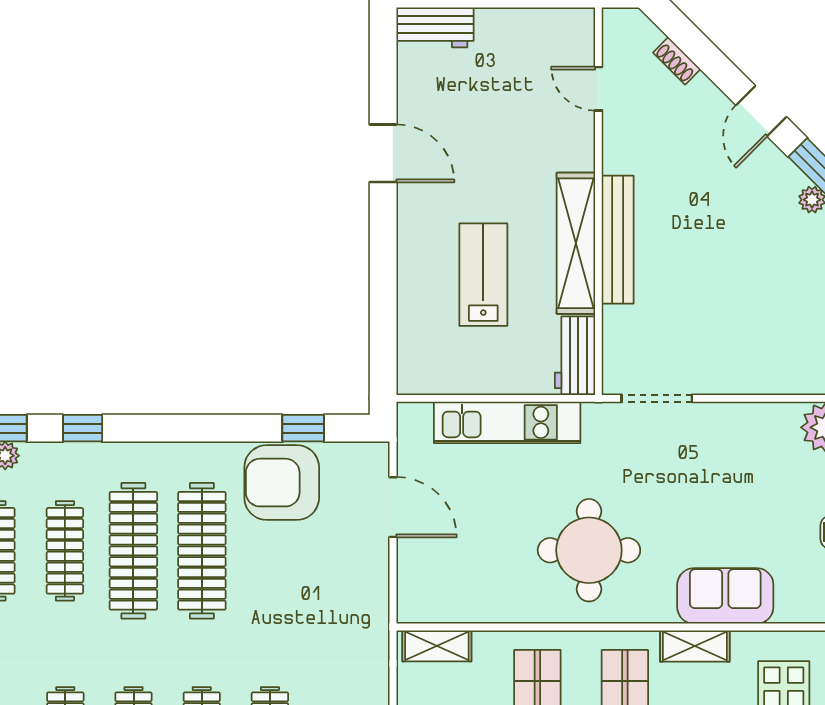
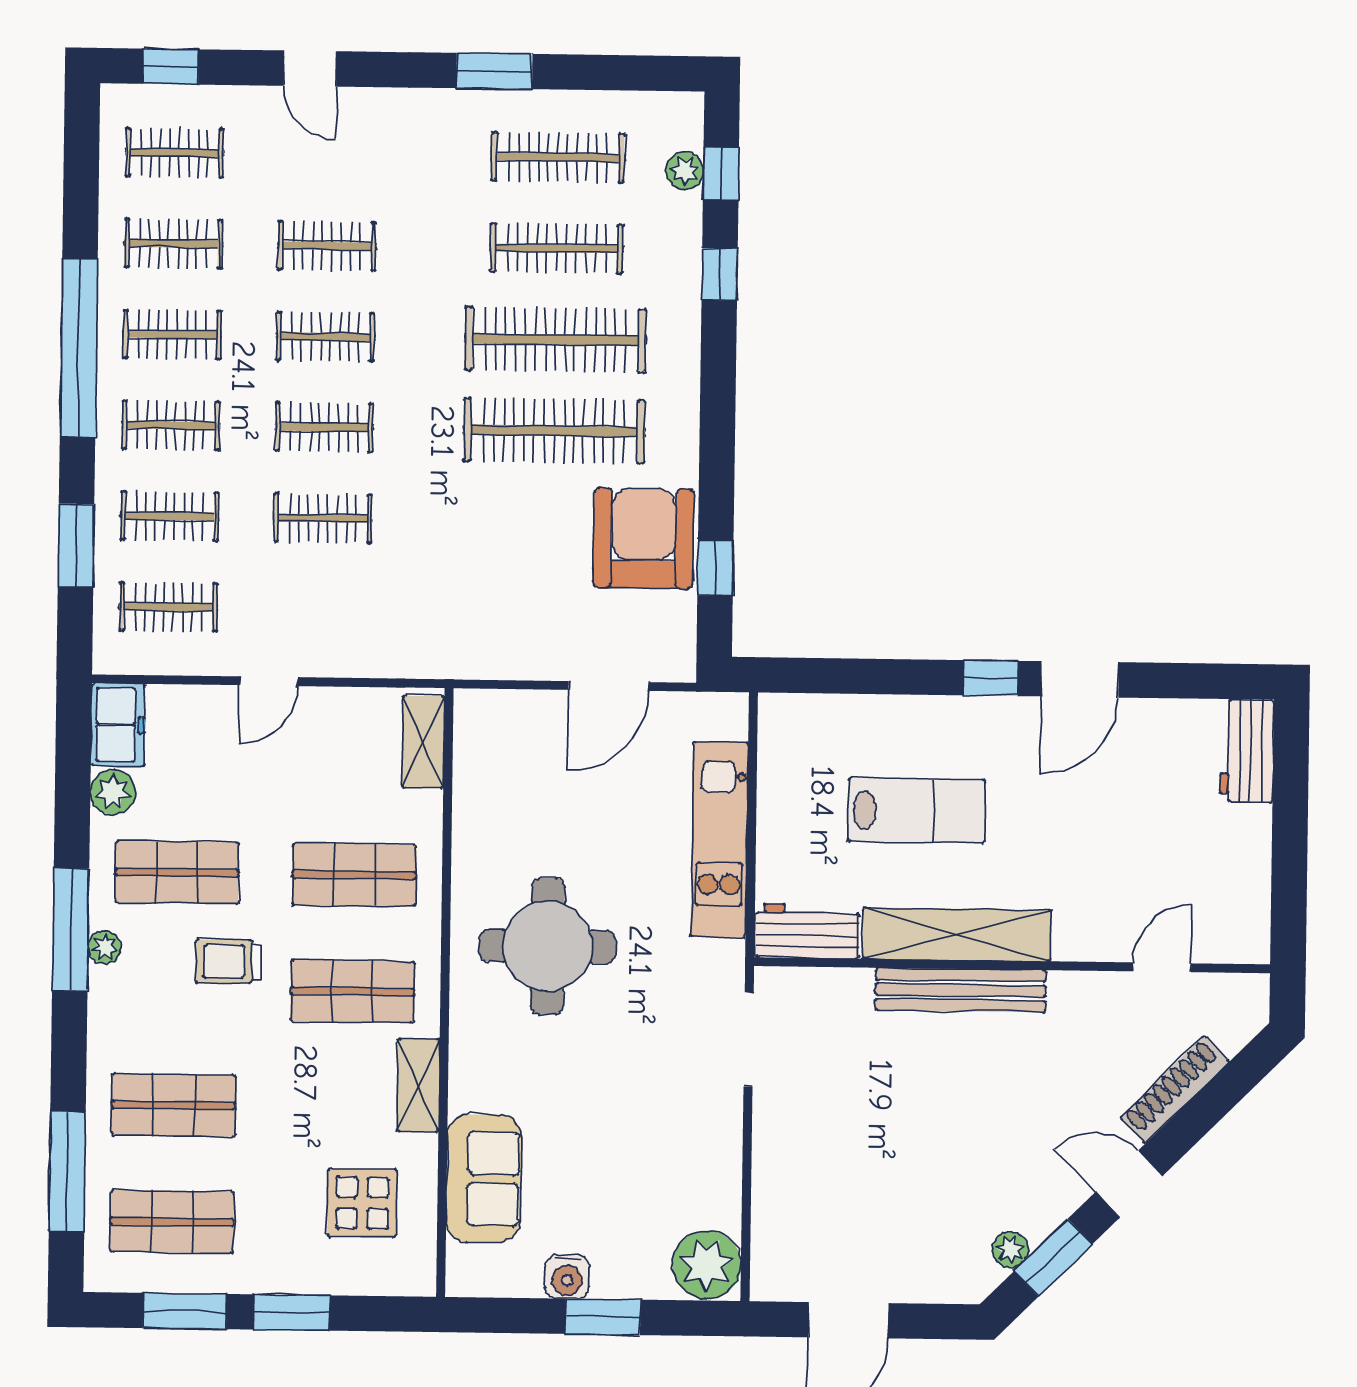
shoe rack: (677, 61) -> (1175, 1090), width x1.94, depth x1.24
window: (383, 220) -> (991, 678), added
sofa: (725, 596) -> (484, 1179), moved

